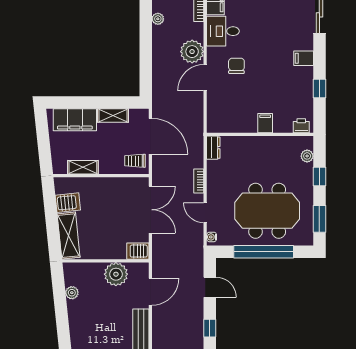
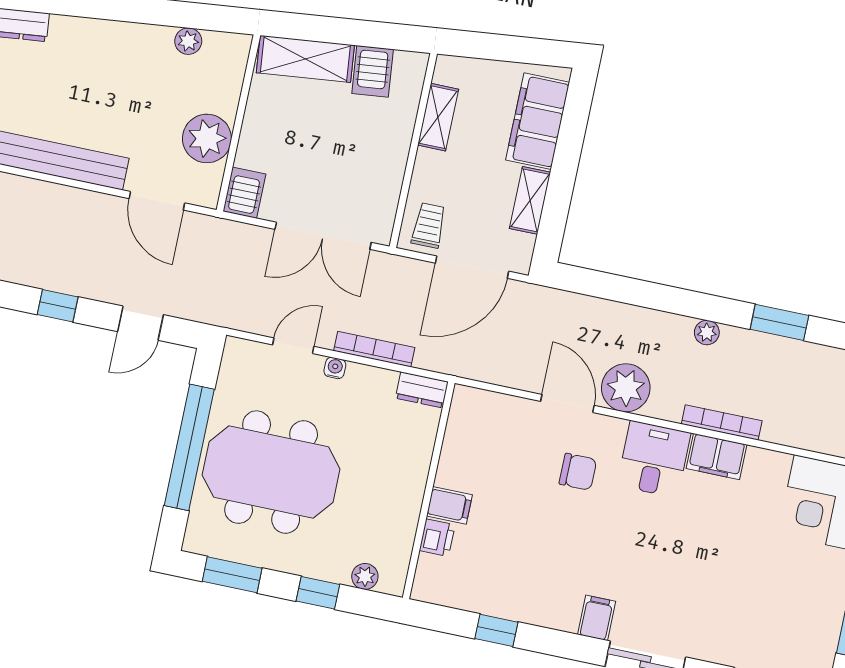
filing cabinet: (304, 58) -> (597, 618), moved
printer: (301, 126) -> (437, 538), moved
bookcase: (199, 181) -> (374, 349), width x1.56
meeting table: (267, 211) -> (271, 472), turned 90
water cooler: (212, 237) -> (335, 368), moved

